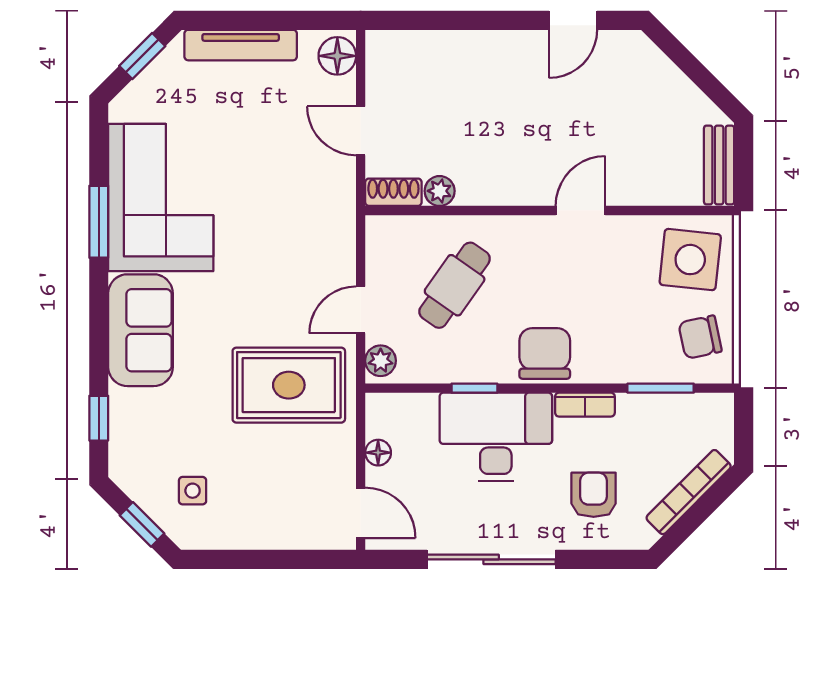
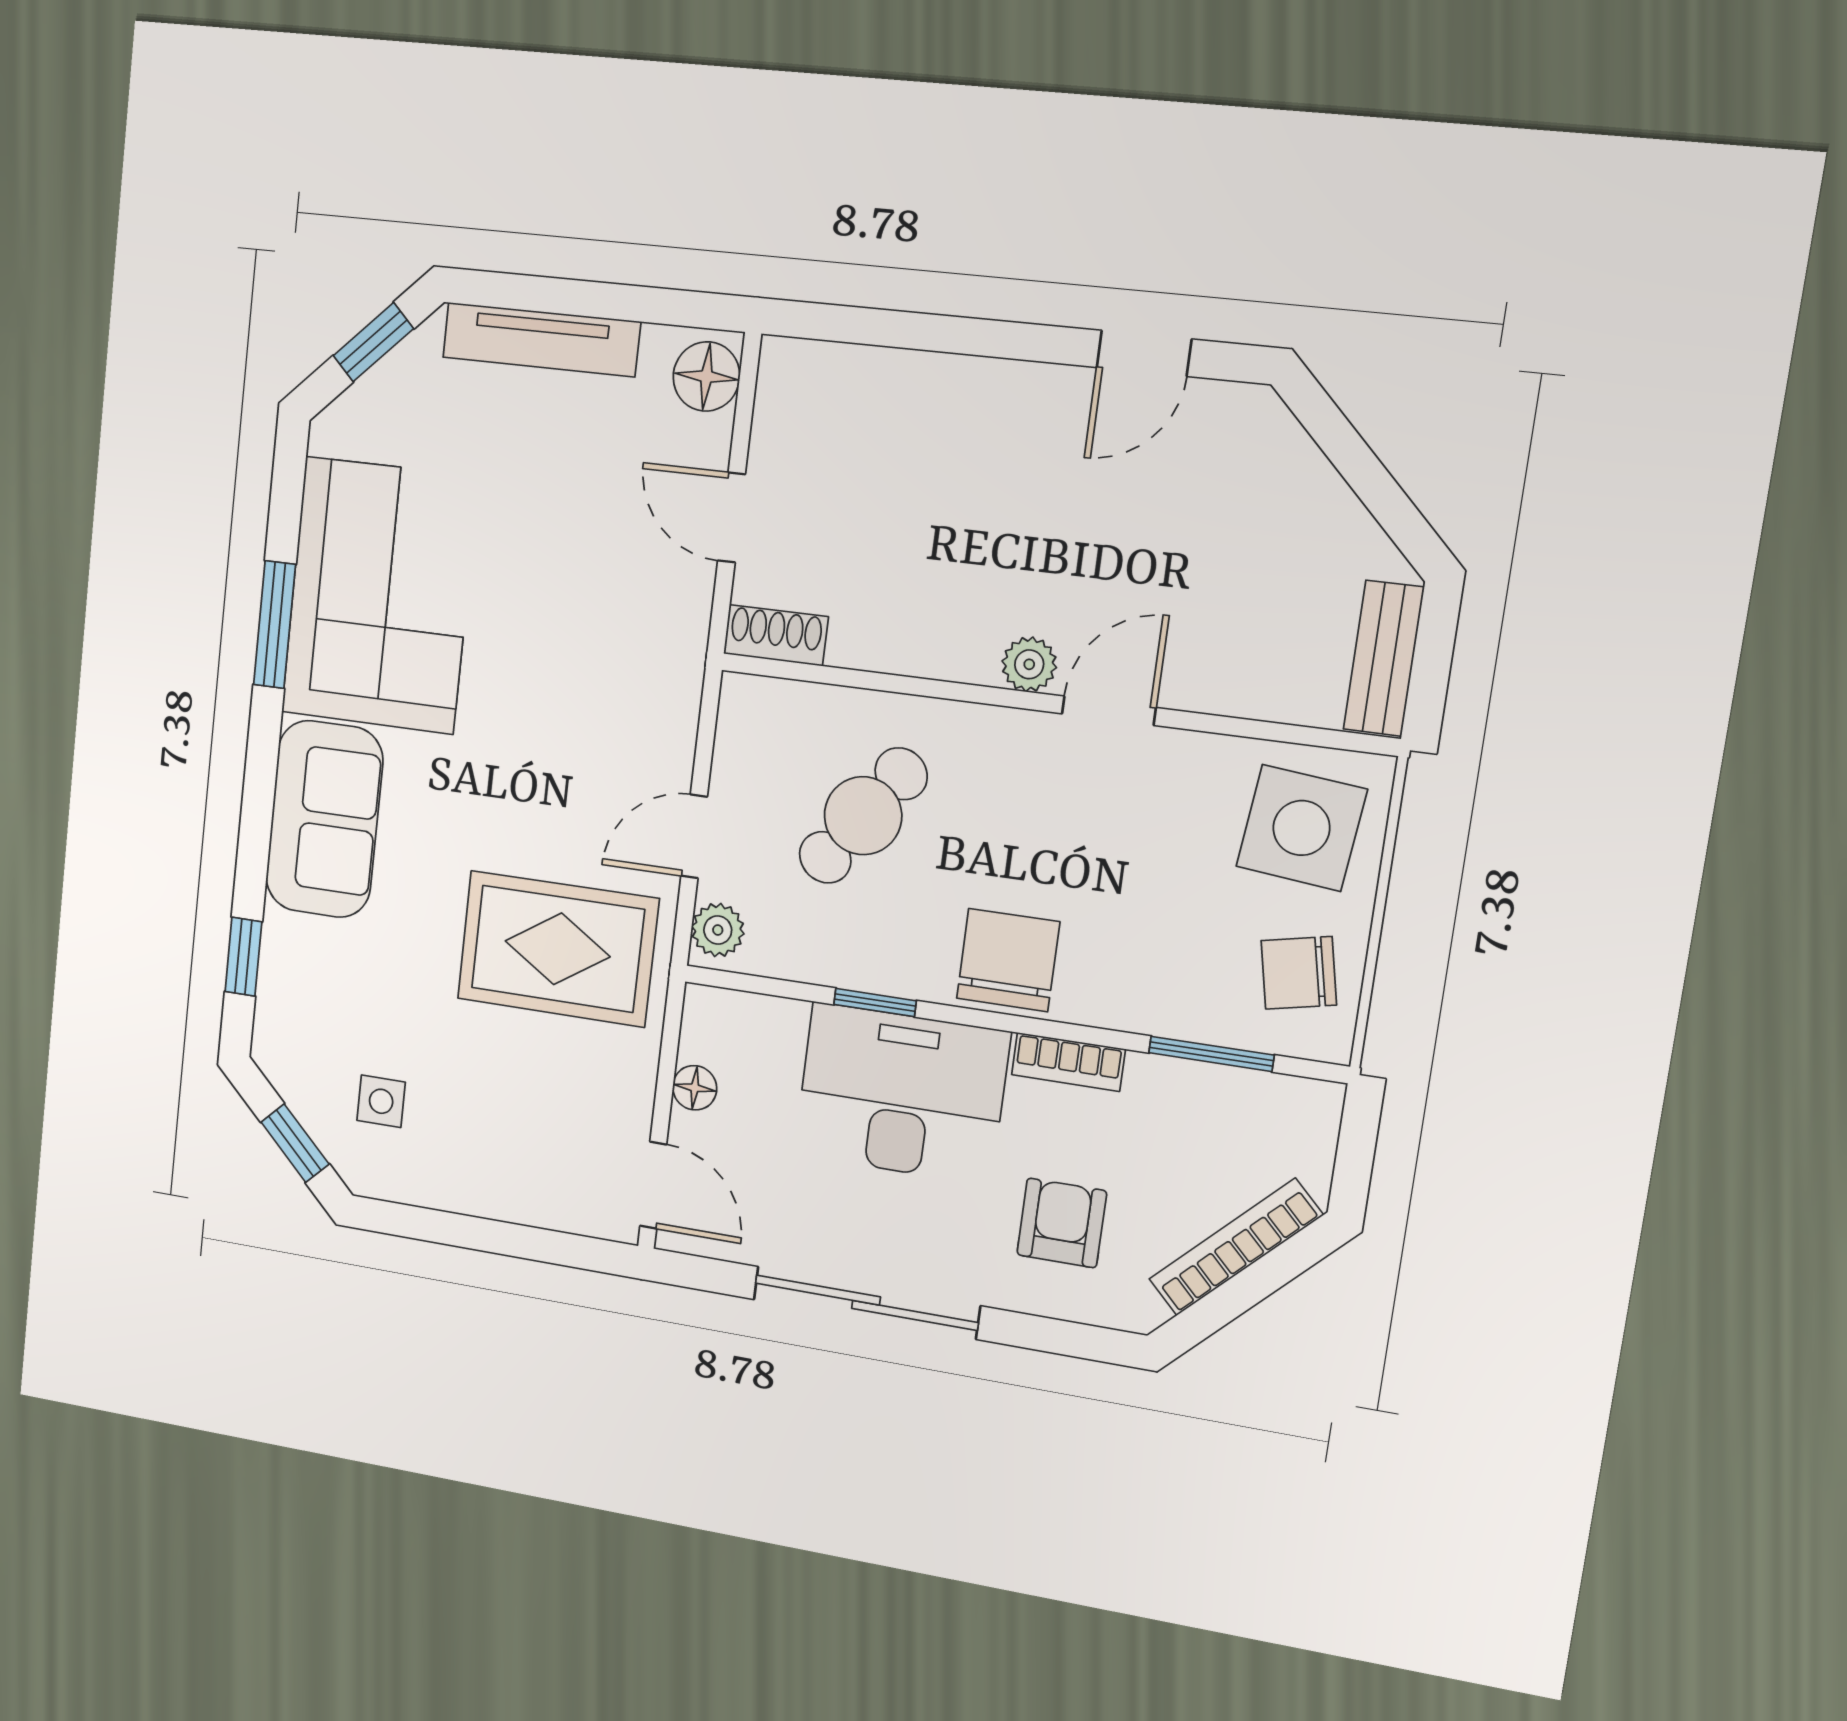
plant: (440, 191) -> (1029, 664), moved

